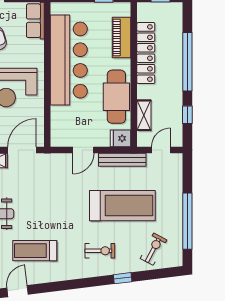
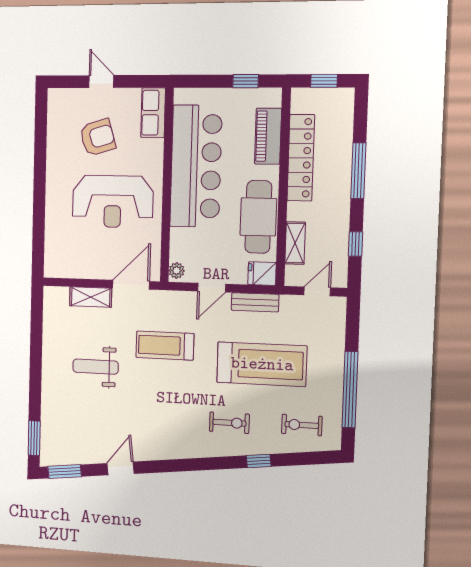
window: (187, 62) -> (358, 171), width x0.68
plant: (57, 138) -> (177, 271), added
bench: (122, 160) -> (255, 302), width x0.73
exercise bike: (153, 249) -> (302, 425), turned -118
treadmill: (35, 251) -> (165, 345), moved

